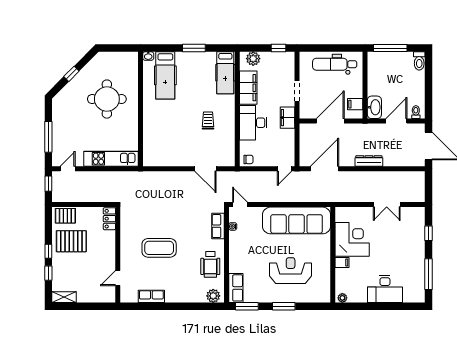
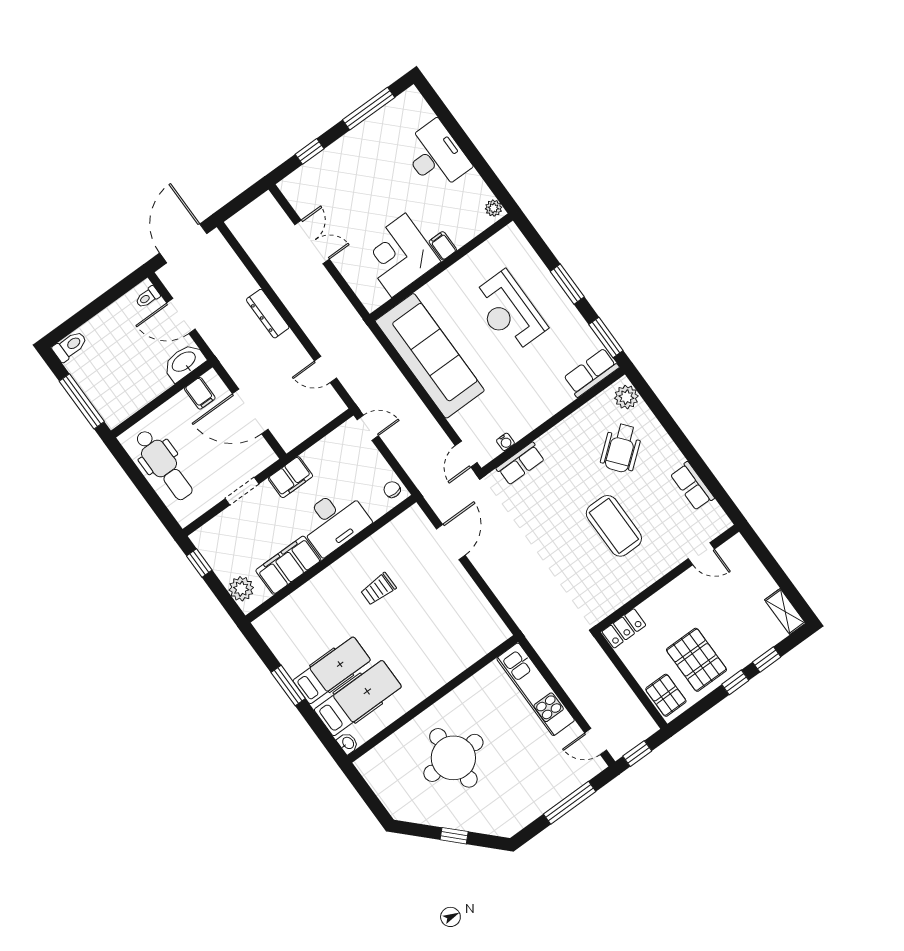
hospital bed: (225, 73) -> (332, 670), moved
door: (325, 169) -> (325, 370), width x0.53
wheelchair: (210, 264) -> (621, 448), moved, turned 141

